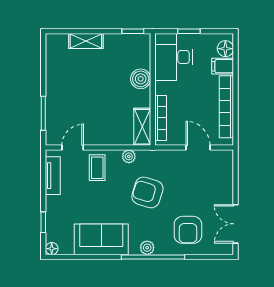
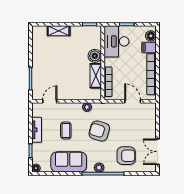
shelving: (142, 127) -> (96, 76), moved
coffee table: (97, 168) -> (66, 130), moved
tv unit: (53, 176) -> (37, 130), moved
armchair: (188, 230) -> (126, 156), turned -90

